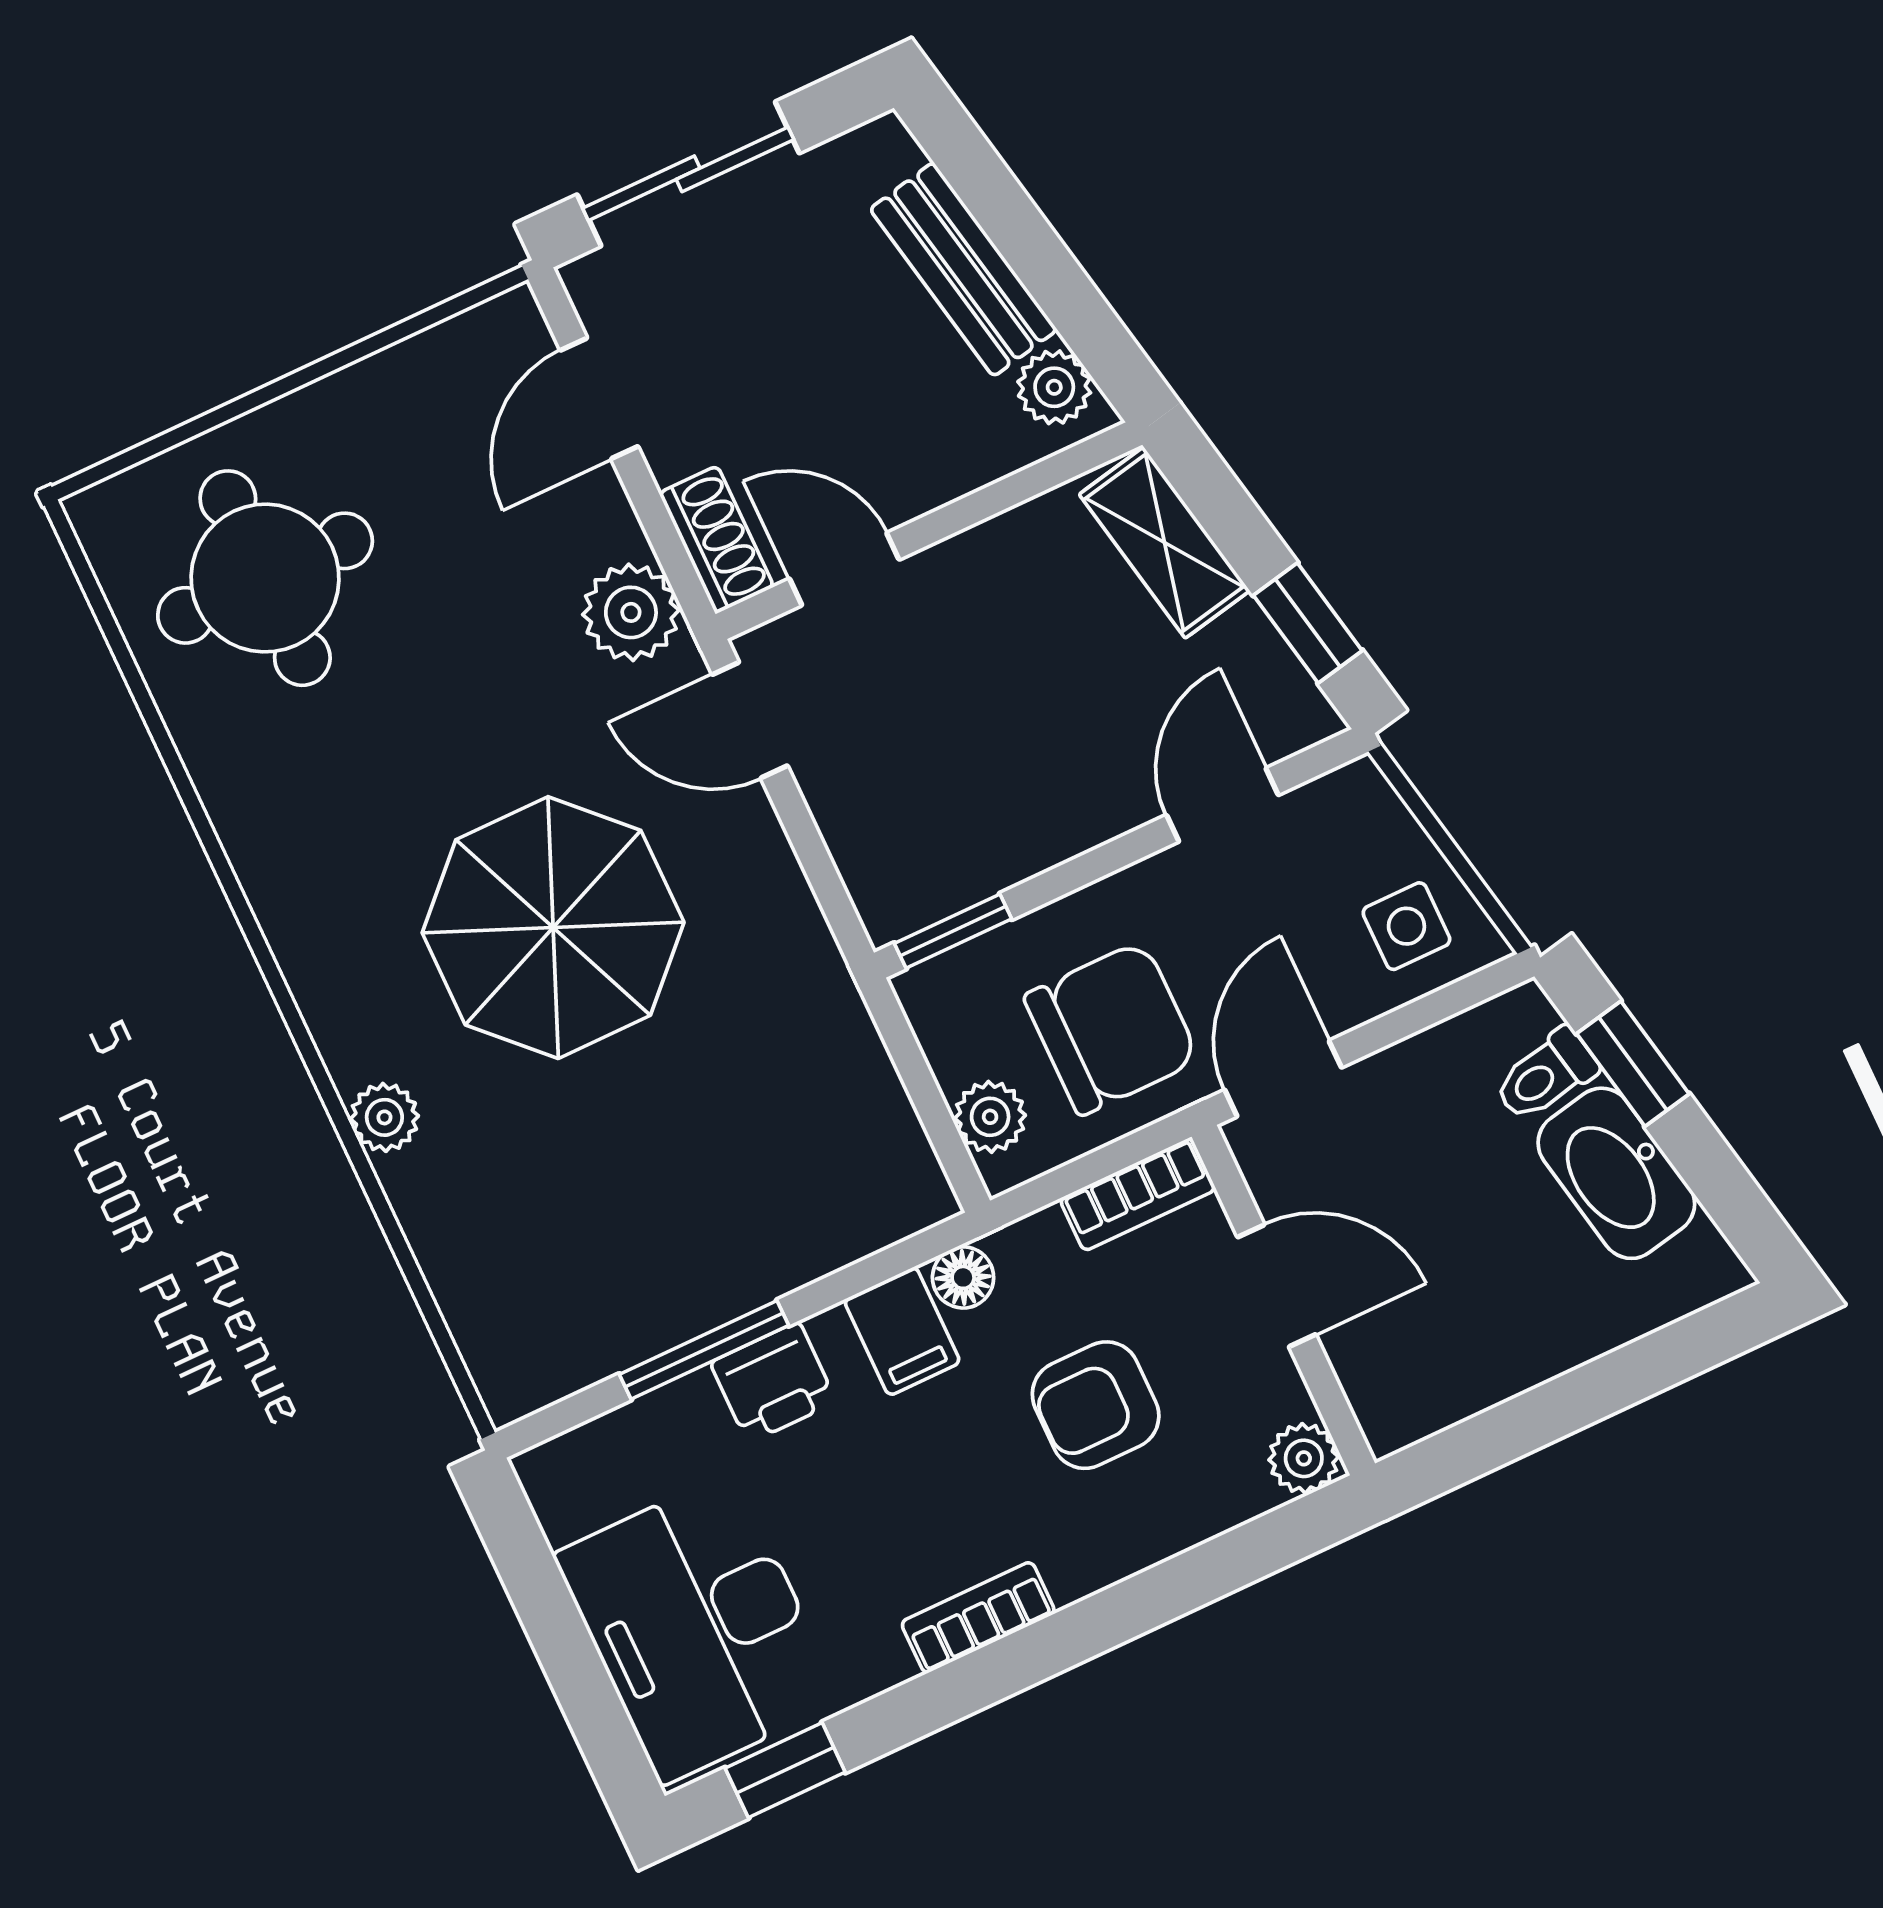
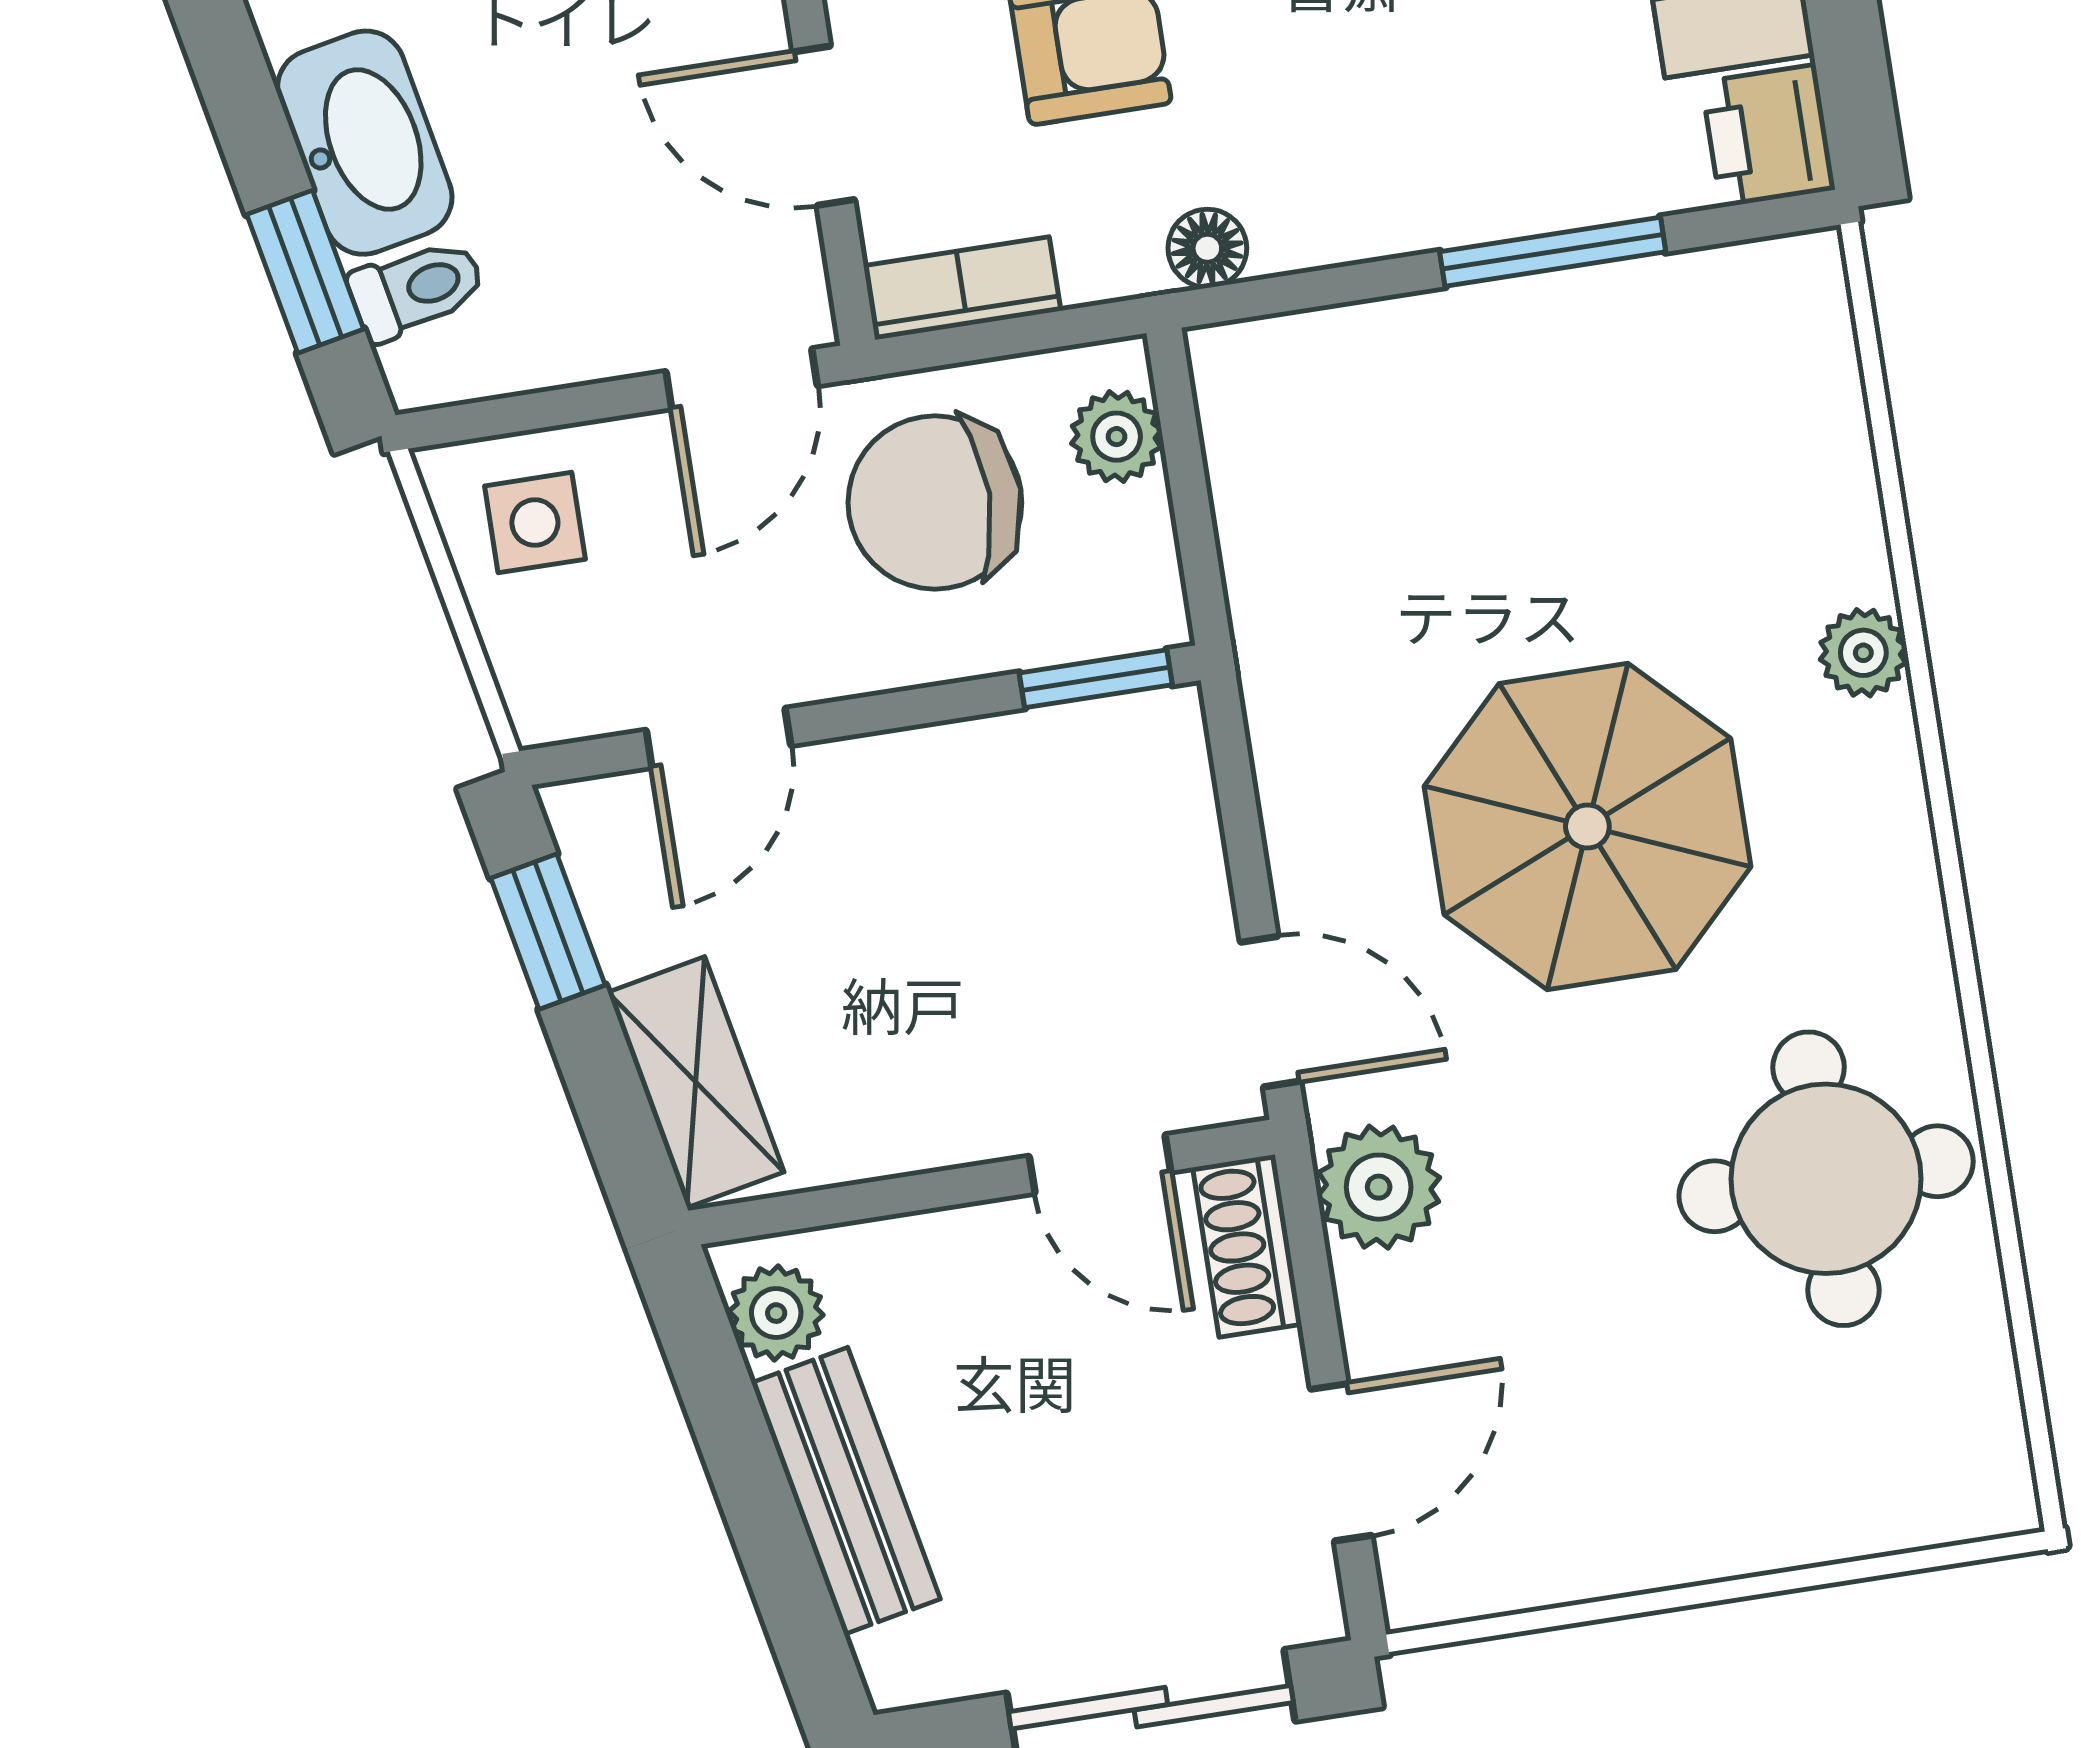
round table: (265, 578) -> (1826, 1179), moved
filing cabinet: (902, 1331) -> (1302, 204), removed
printer: (773, 1382) -> (1768, 136), moved, turned -90

